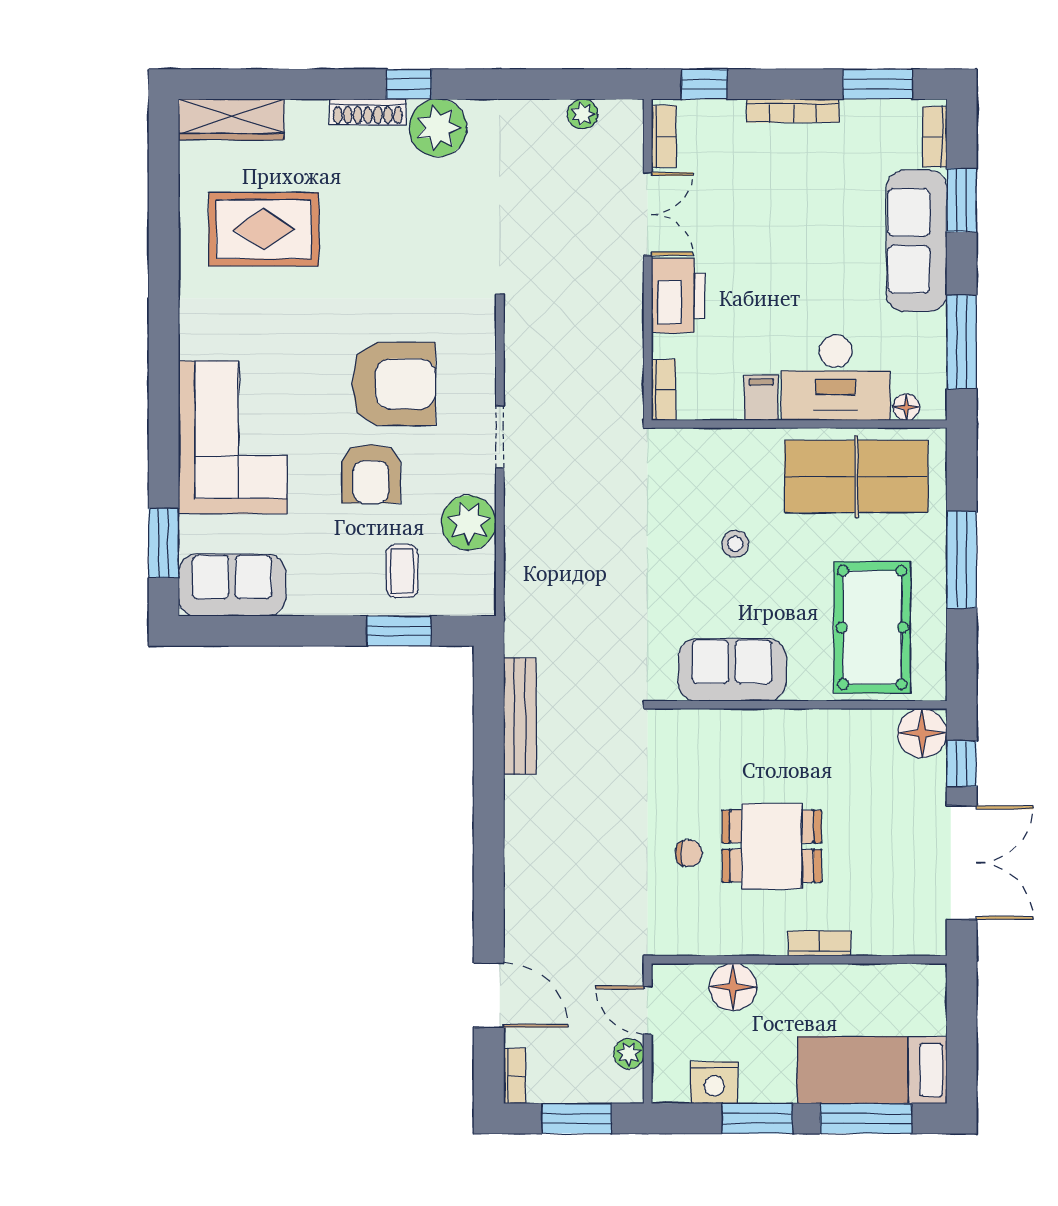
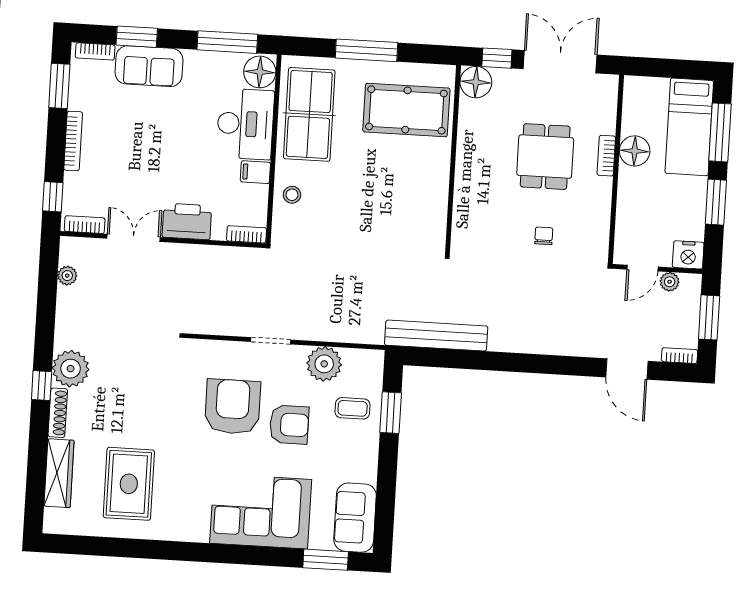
wardrobe: (231, 119) -> (59, 473), moved
sofa: (917, 241) -> (149, 66), width x0.73
floor lamp: (906, 407) -> (260, 72), width x1.89, depth x1.89
stool: (735, 544) -> (292, 195), moved
sofa: (732, 670) -> (428, 201), removed
bench: (520, 716) -> (436, 336), width x1.37, depth x1.21
dining table: (772, 846) -> (545, 157), moved
floor lamp: (733, 987) -> (635, 151), moved
door: (489, 995) -> (627, 369), swing flipped
nightstand: (714, 1083) -> (688, 255), moved, turned 90

